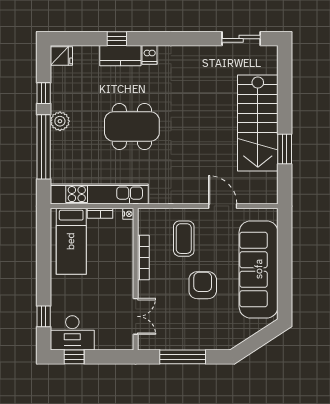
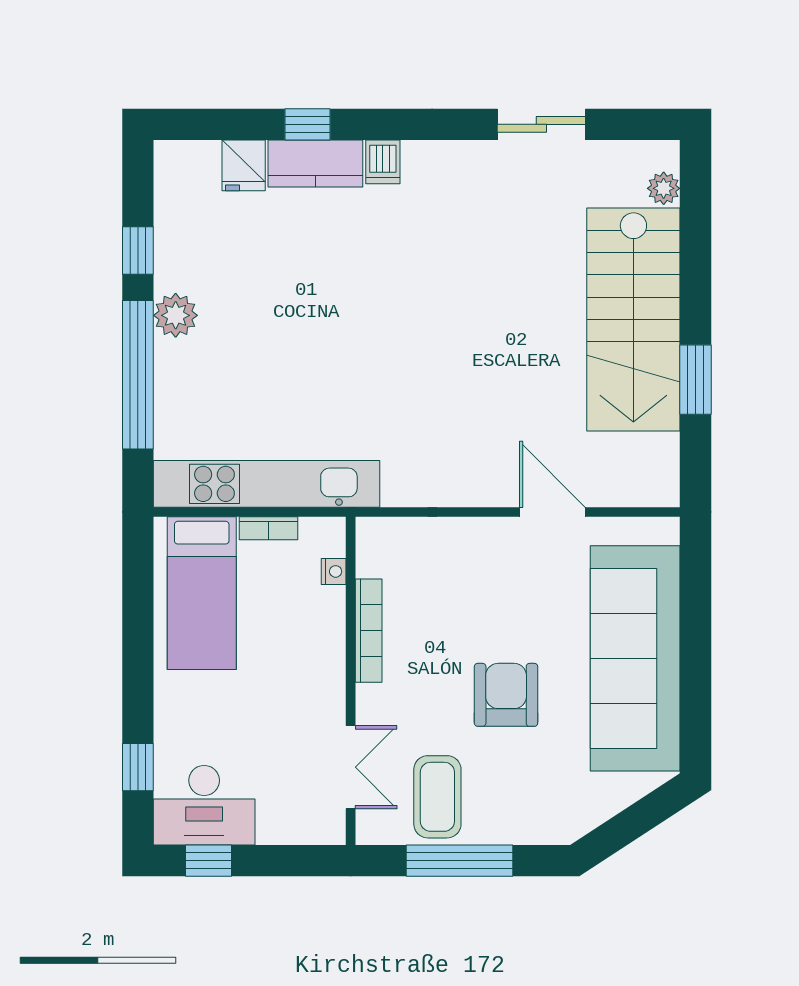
sliding door: (241, 39) -> (541, 124), moved
fridge: (61, 56) -> (244, 165), moved, turned 90
plant: (271, 66) -> (664, 188), added
dining table: (132, 127) -> (342, 328), removed
nightstand: (128, 214) -> (334, 571), moved
coffee table: (184, 239) -> (437, 797), moved

